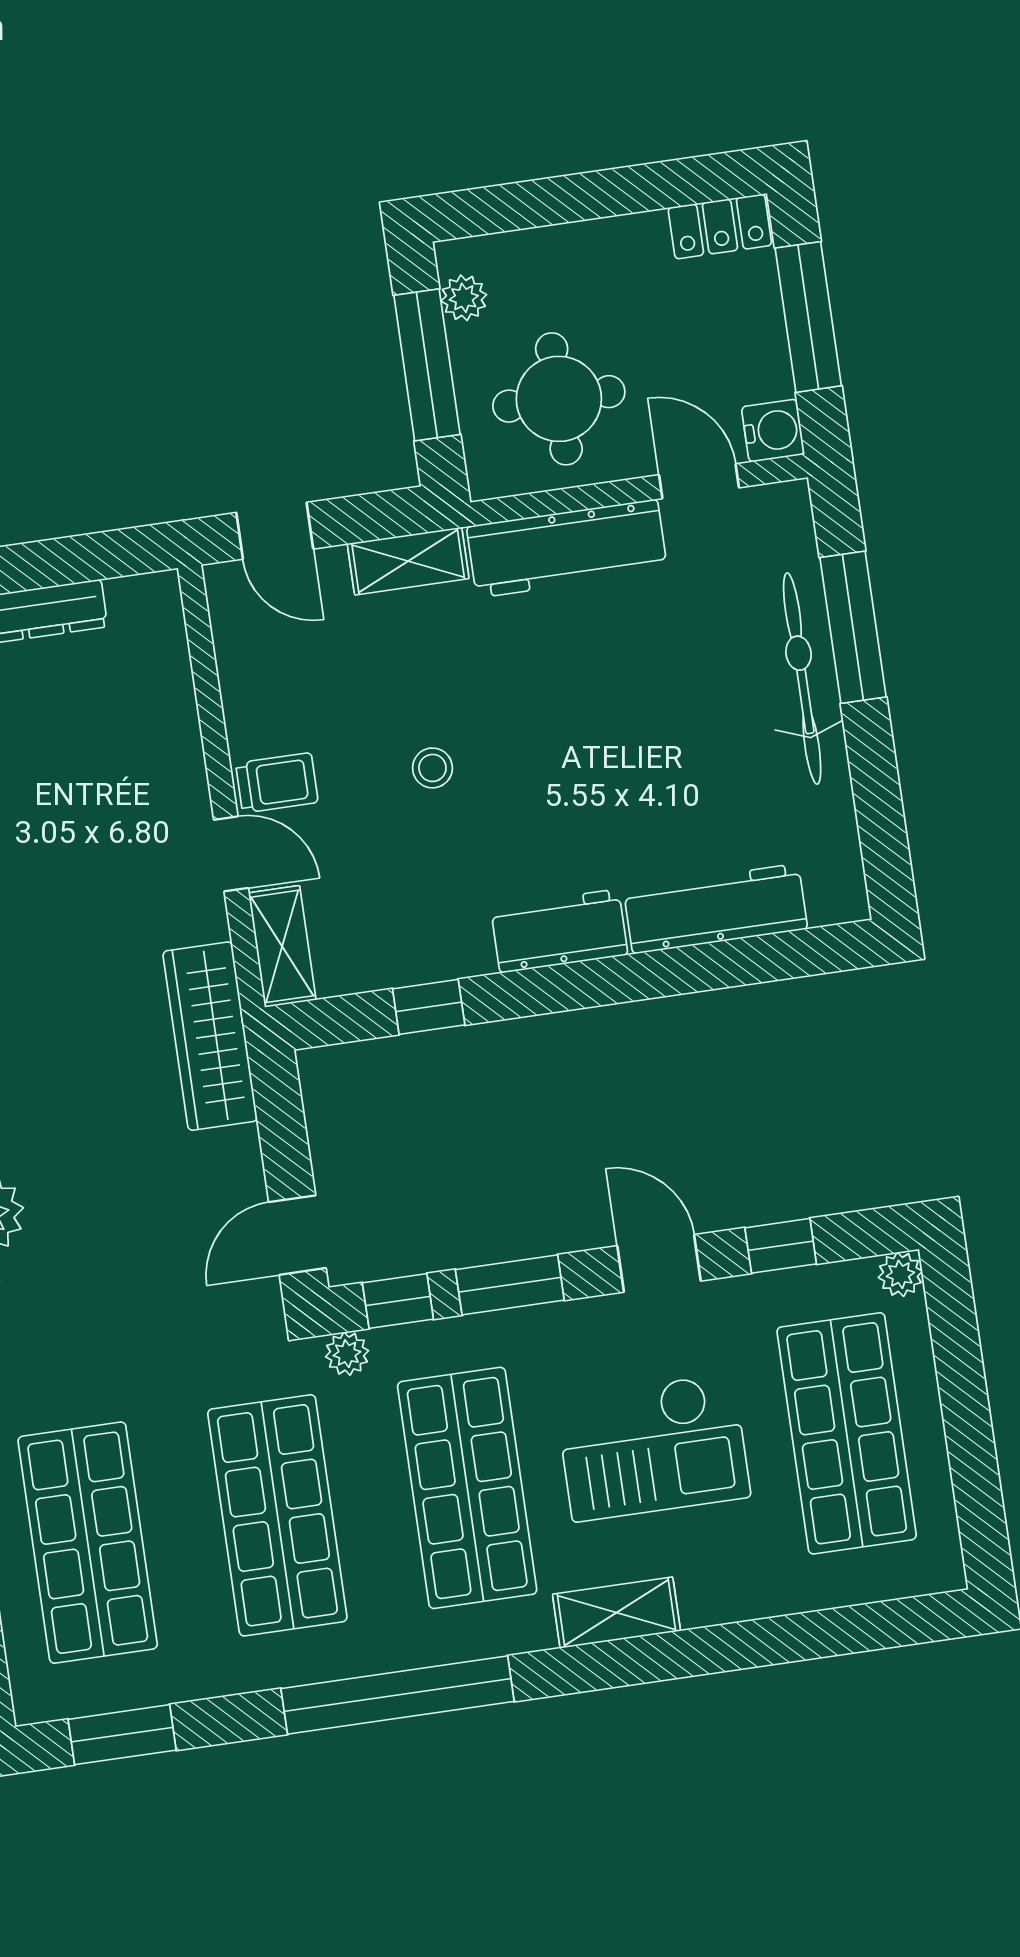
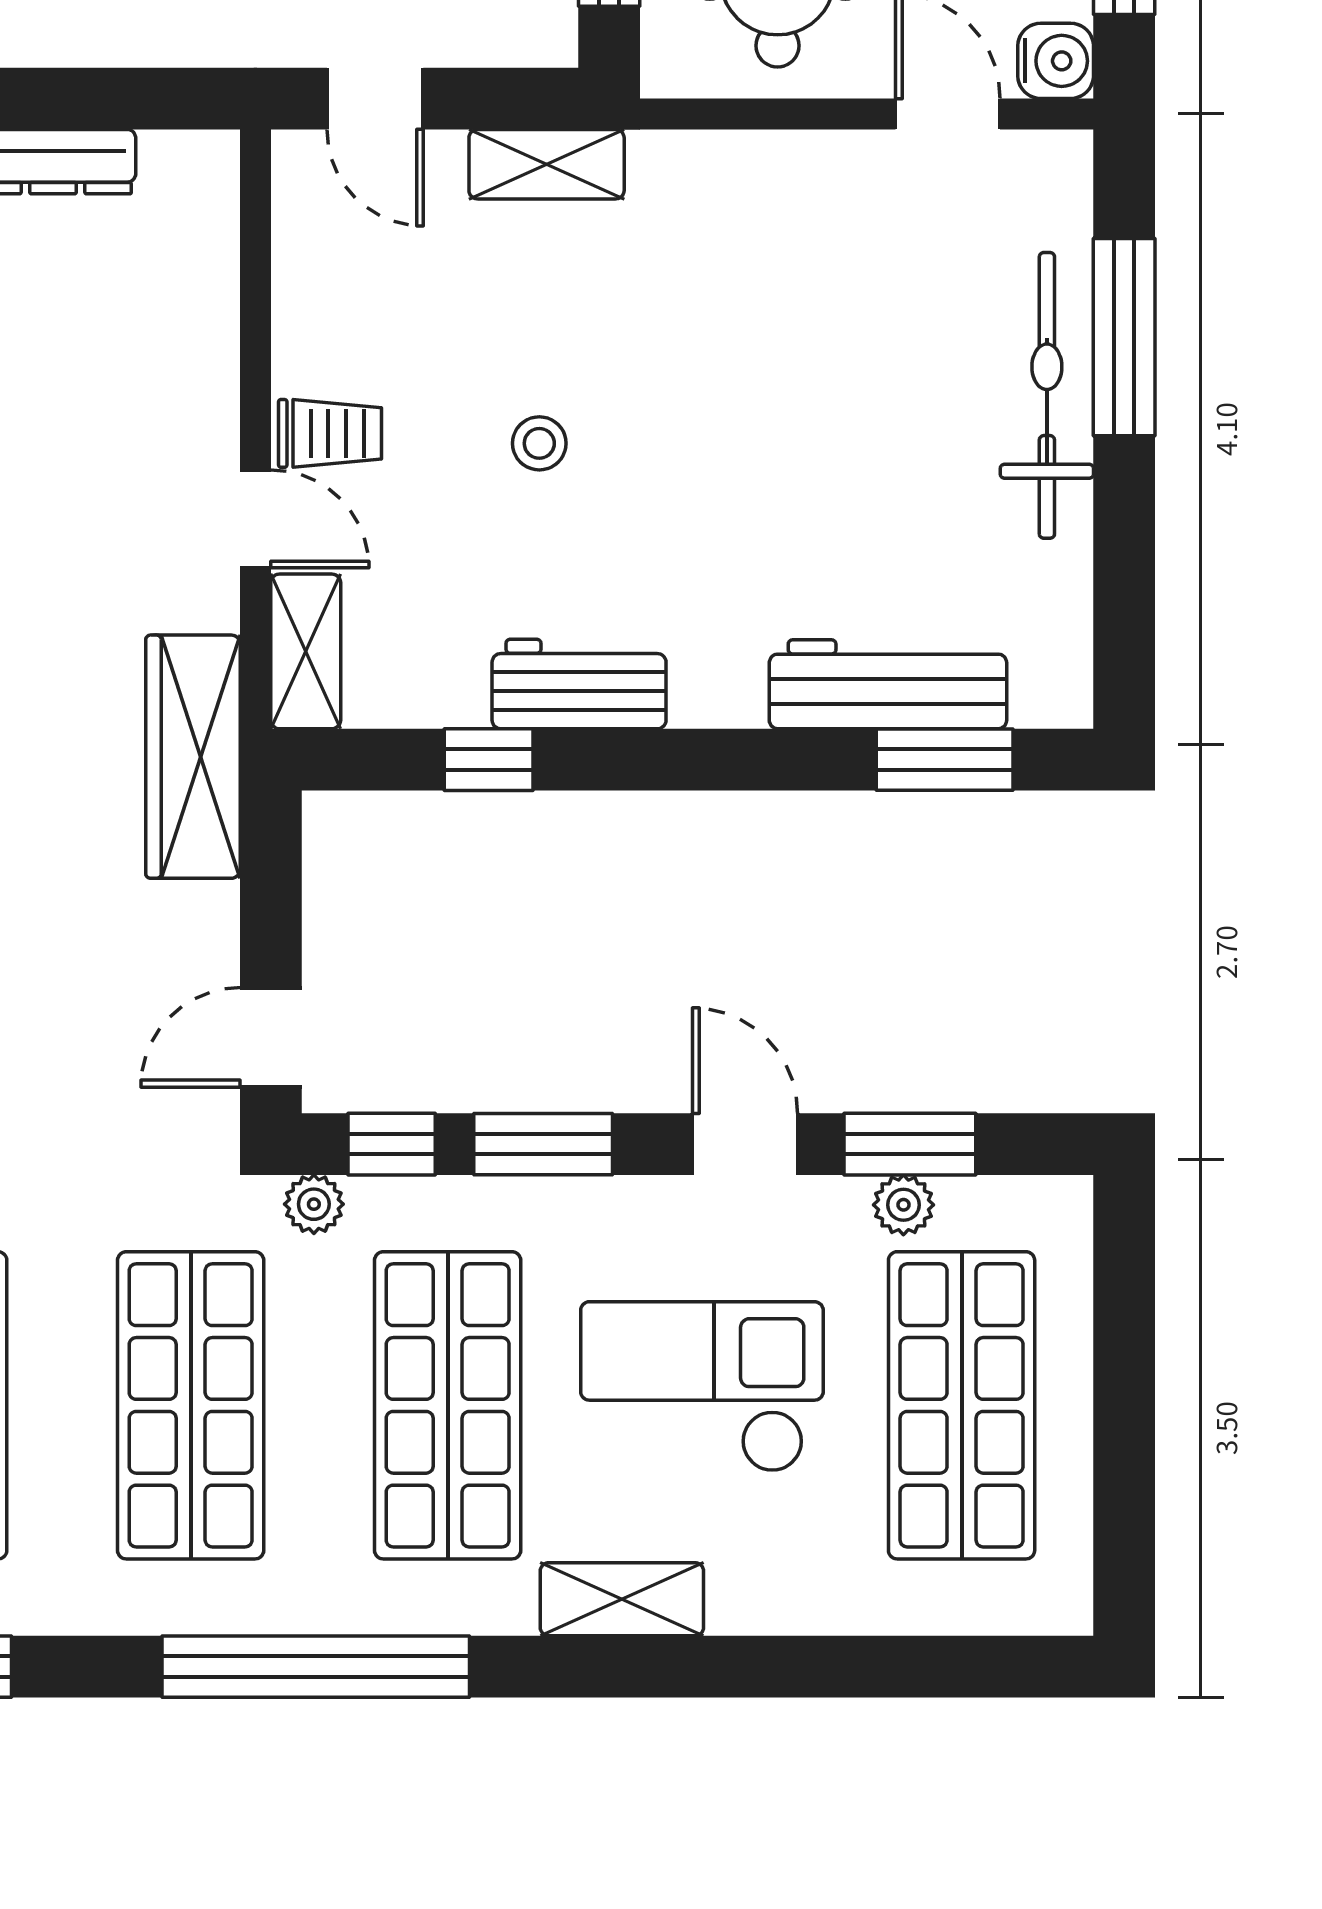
workbench: (567, 549) -> (760, 178), removed
workbench: (559, 931) -> (579, 684), moved
window: (765, 958) -> (945, 760), added
window: (781, 1246) -> (910, 1144), width x1.50
plant: (900, 1274) -> (903, 1205), moved
checkout: (653, 1447) -> (702, 1387), turned 180

